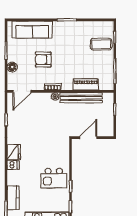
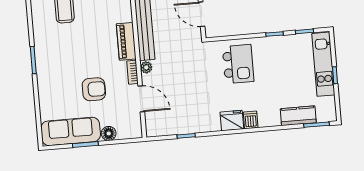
sofa: (32, 30) -> (71, 131), moved, turned -90
armchair: (43, 60) -> (94, 89), turned -90
piano: (86, 84) -> (126, 41), moved
door: (22, 91) -> (141, 99), moved
kitchen island: (54, 178) -> (238, 64), moved

